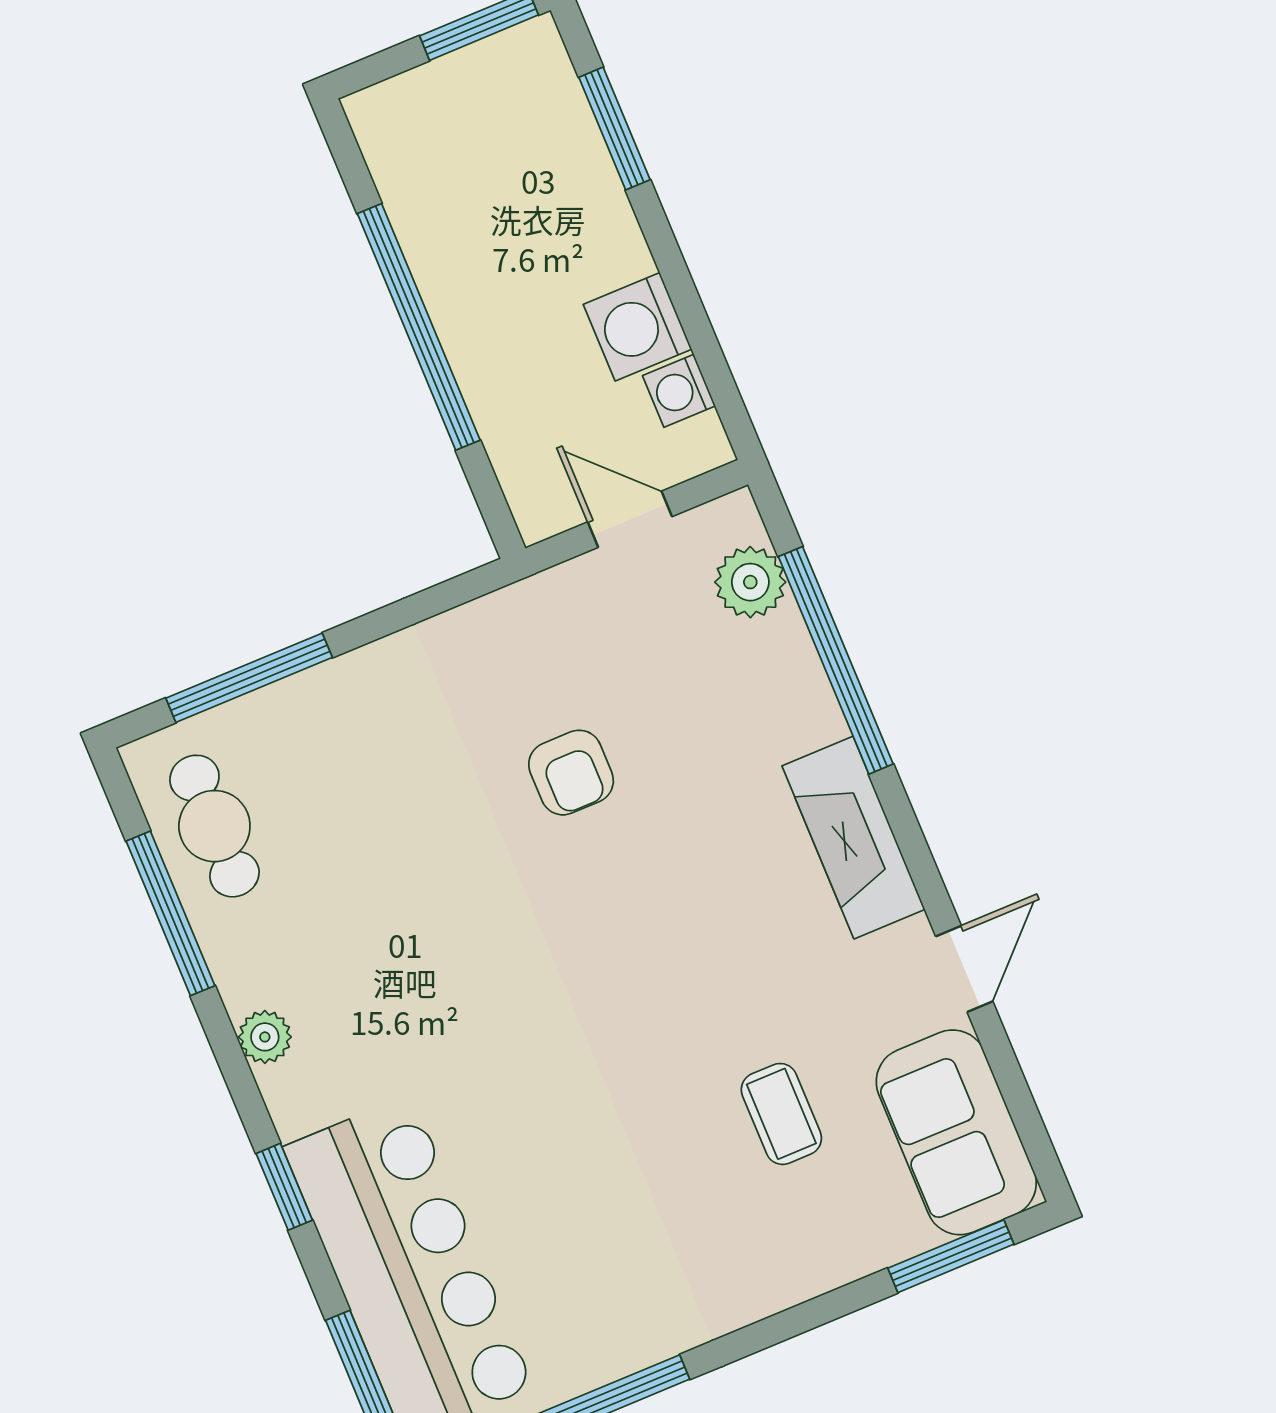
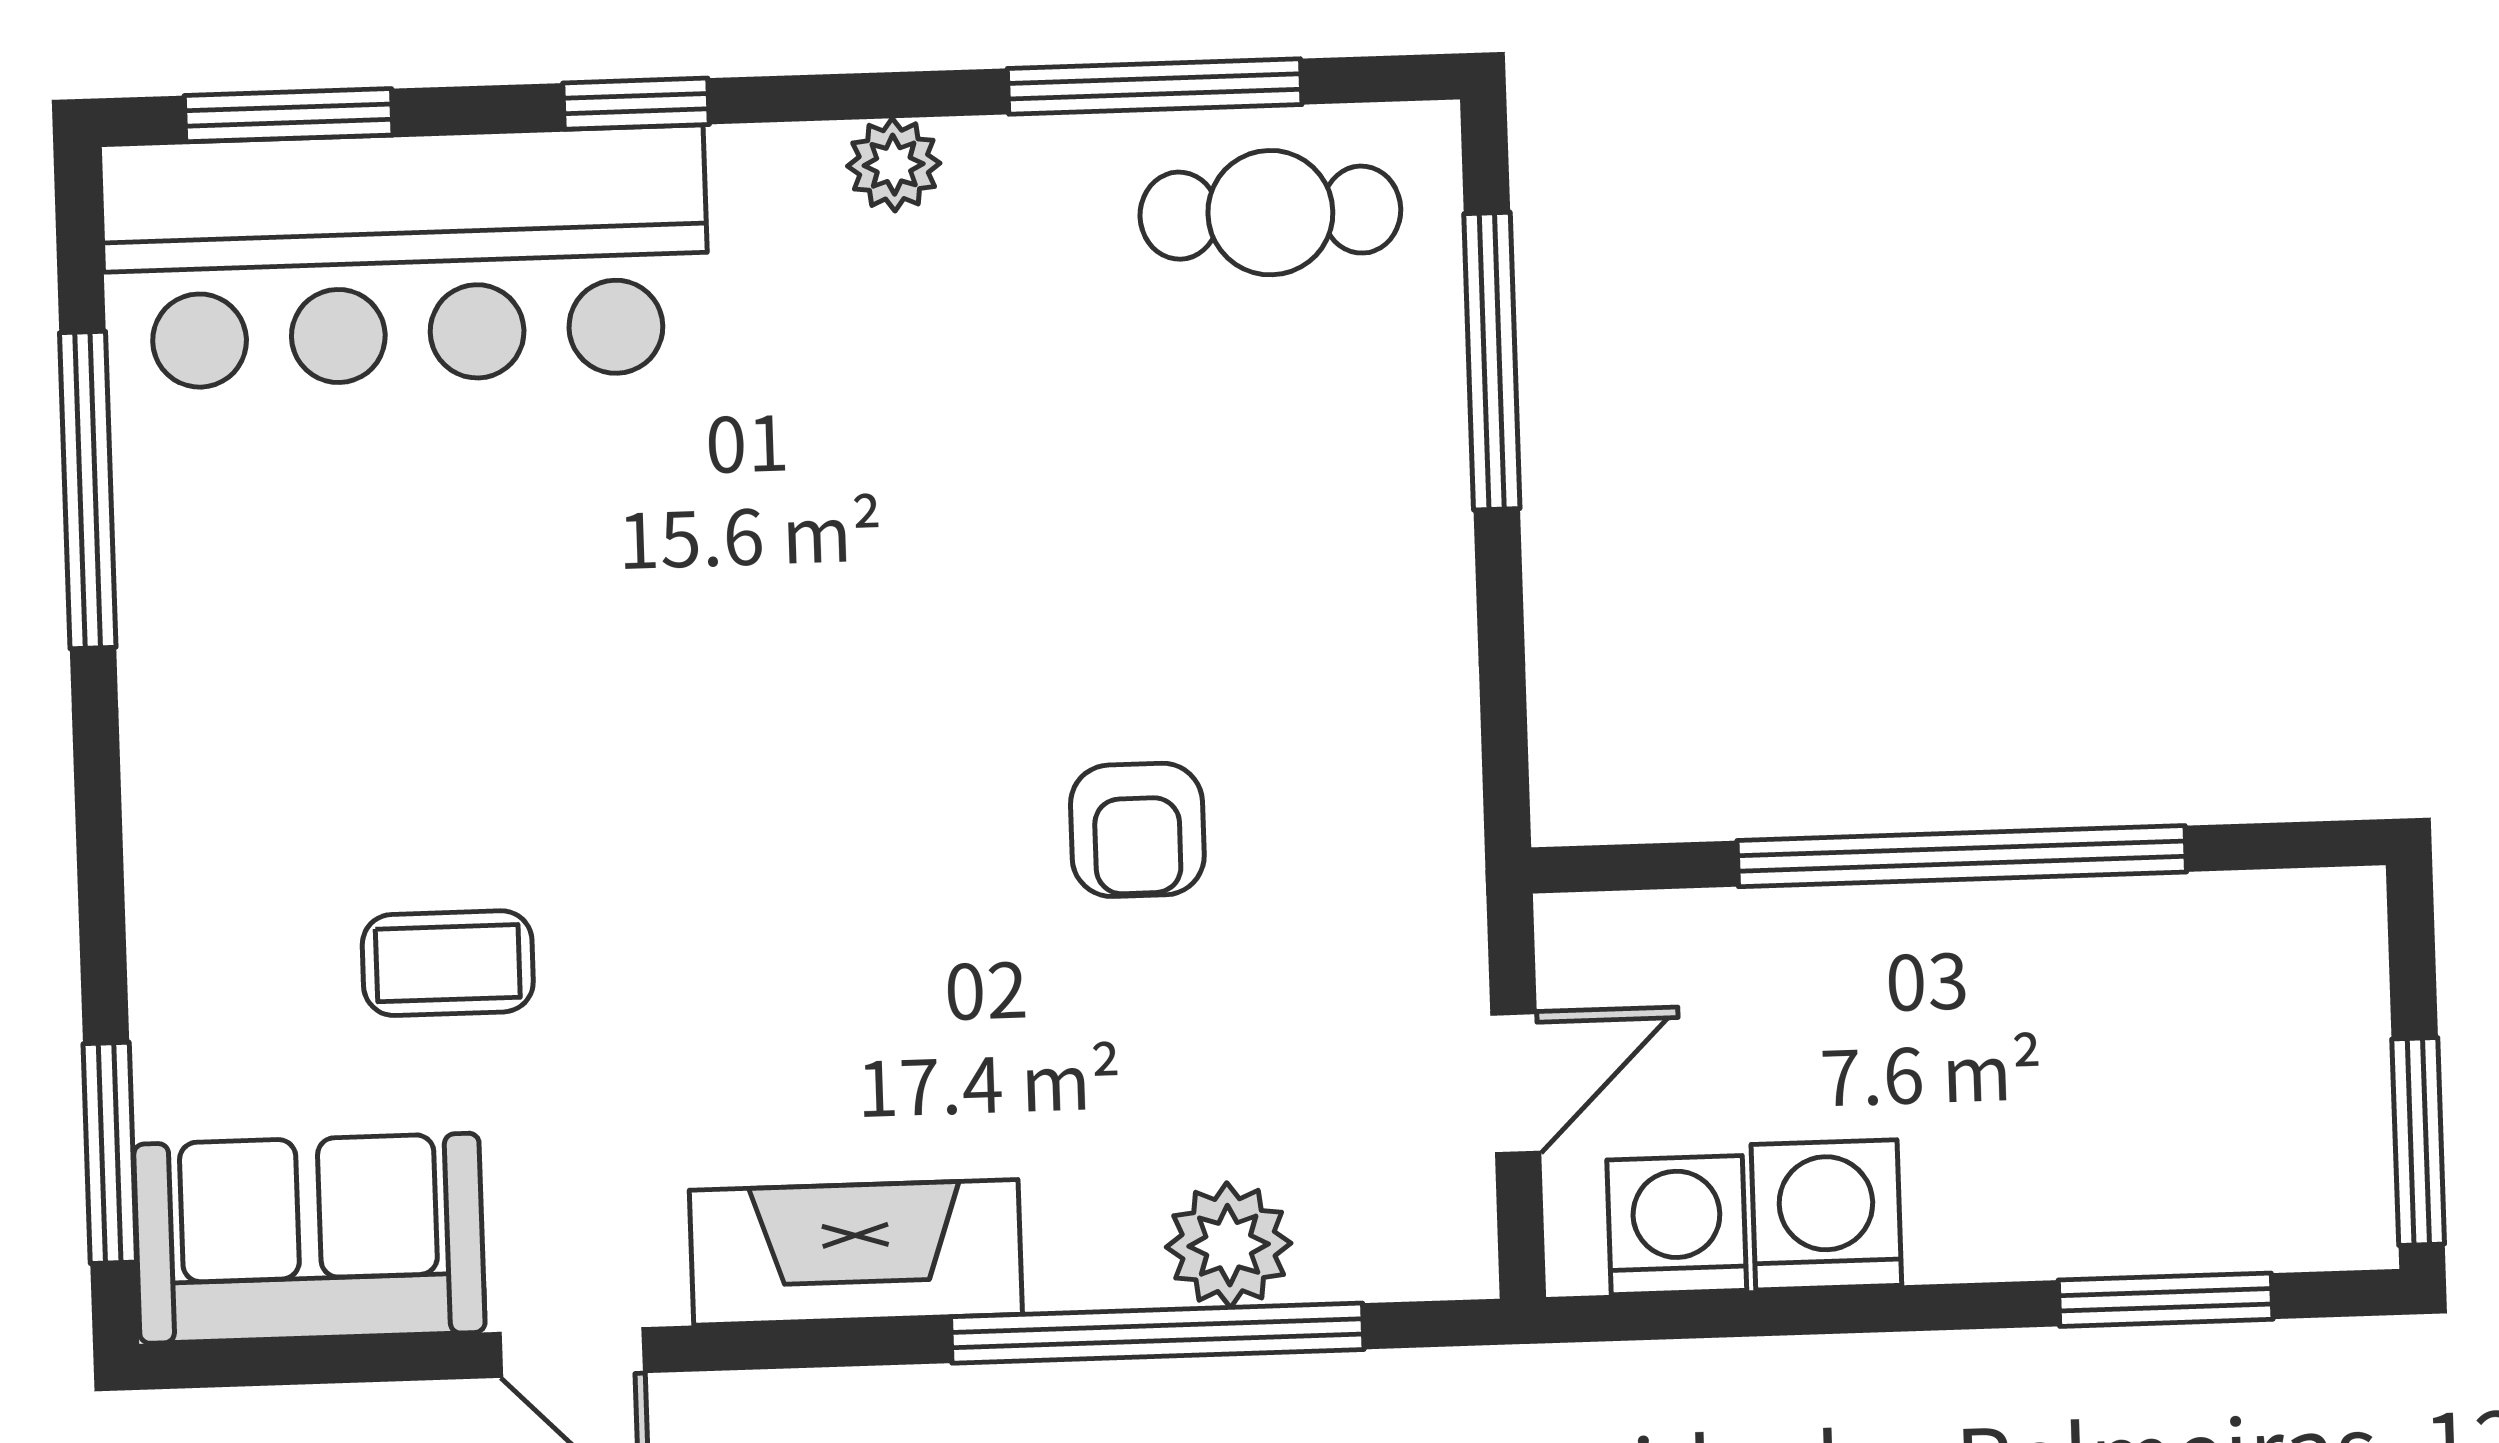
washing machine: (679, 391) -> (1677, 1225), width x1.38, depth x1.38
plant: (750, 582) -> (1229, 1245), moved
armchair: (571, 773) -> (1137, 830), turned -90

